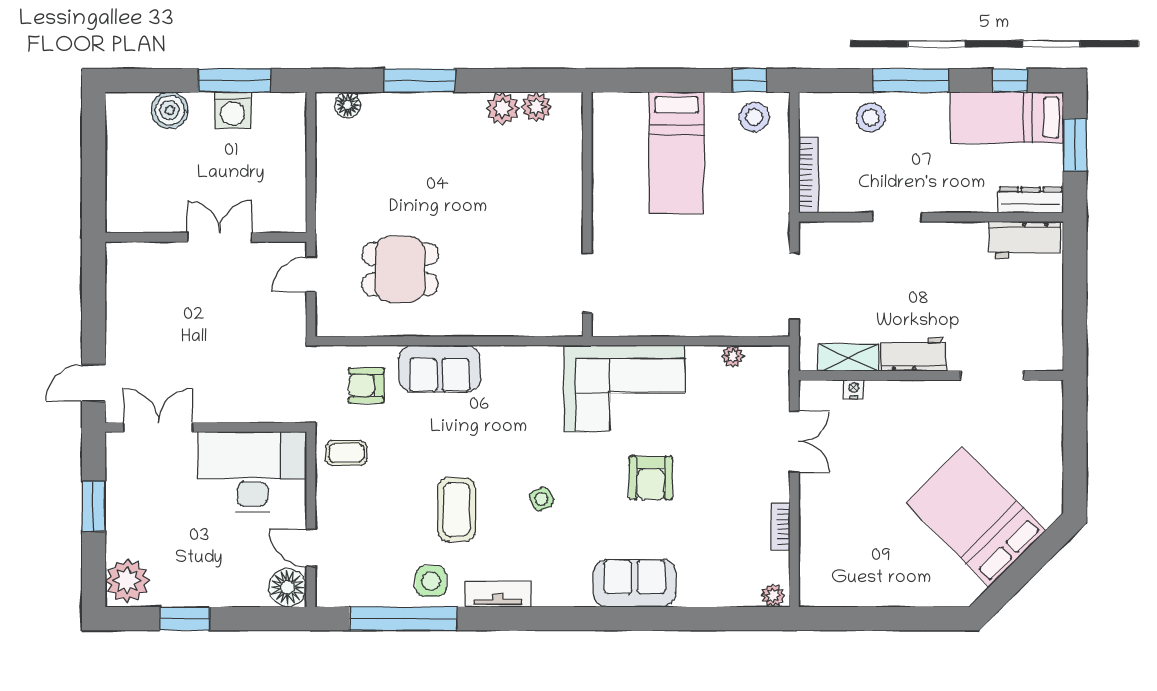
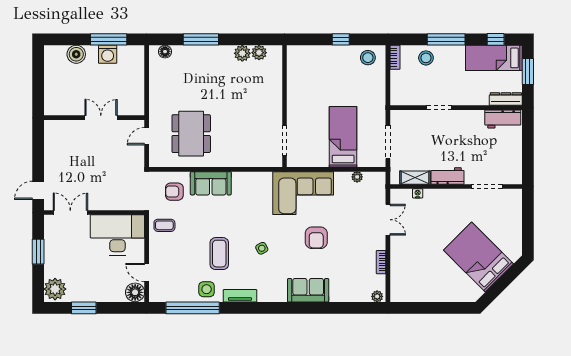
window: (749, 80) -> (341, 39), moved
bed: (676, 153) -> (343, 137), moved, turned 180
bookcase: (808, 175) -> (395, 57), moved, width x0.64
dining table: (400, 269) -> (191, 134), width x1.38

